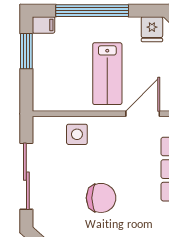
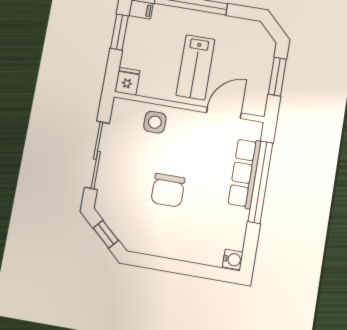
fridge: (152, 29) -> (127, 81), moved, turned 180
chair: (101, 198) -> (168, 190), turned 90

